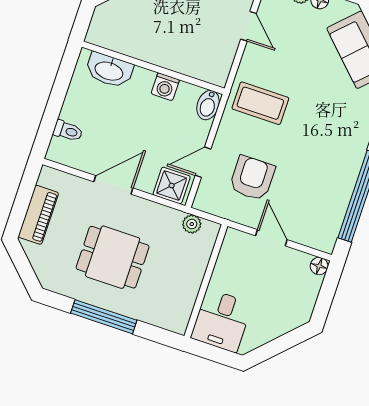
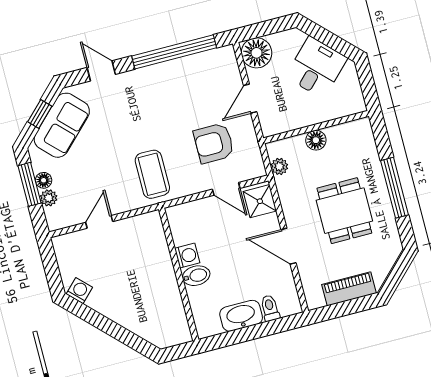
washbasin: (109, 70) -> (241, 316), moved, turned -90
bidet: (208, 105) -> (196, 276), moved
floor lamp: (319, 266) -> (257, 53), width x1.89, depth x1.89
floor lamp: (194, 273) -> (316, 140), added
desk: (222, 321) -> (316, 67), moved, turned -45

